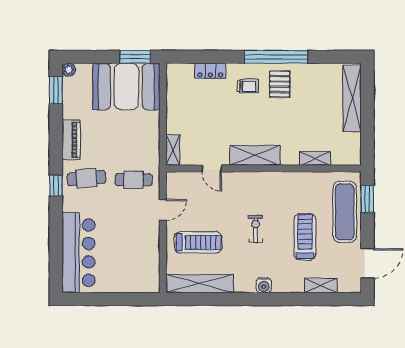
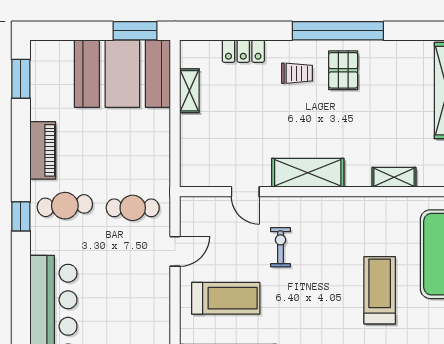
plant: (69, 70) -> (40, 49), removed
shelving: (173, 150) -> (189, 91), moved
exercise bike: (256, 229) -> (281, 247), moved

